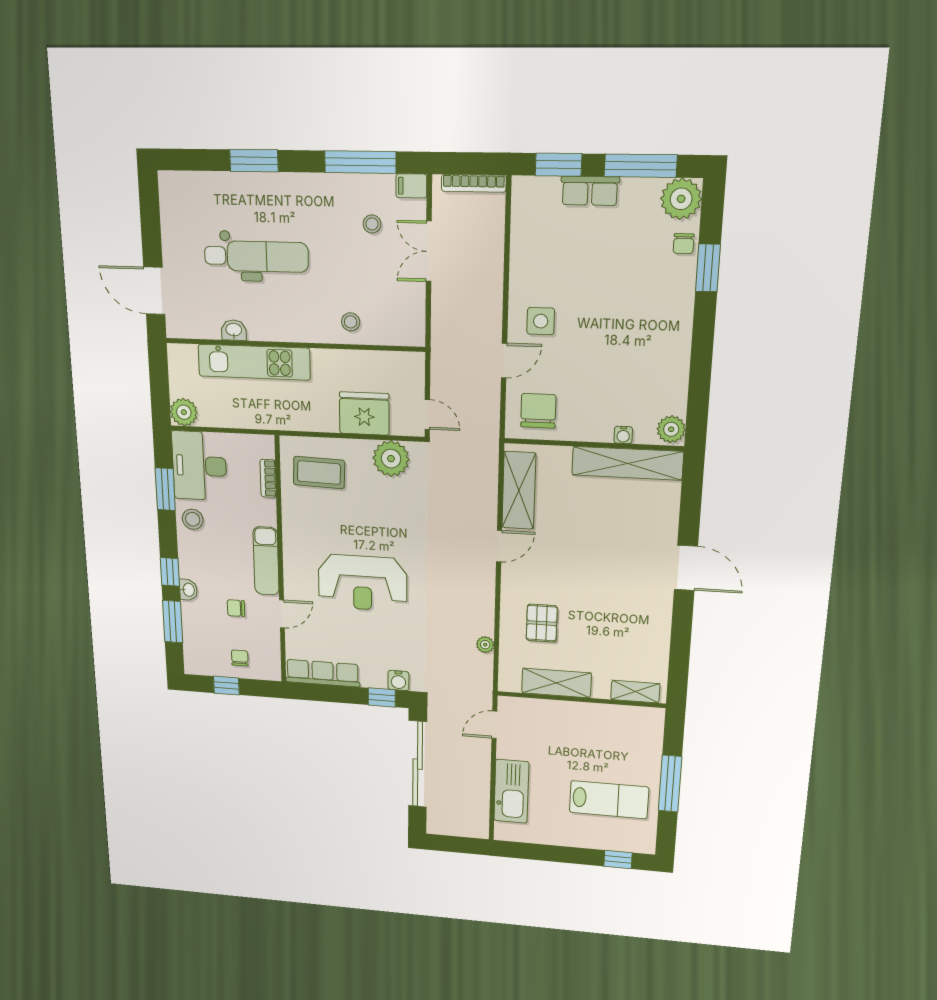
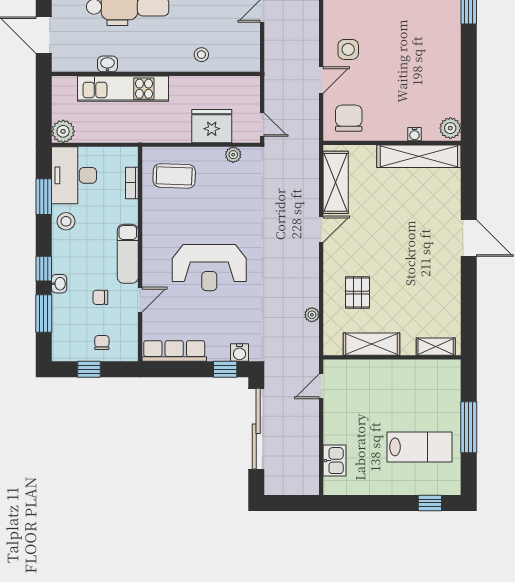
plant: (391, 459) -> (233, 155), width x0.53, depth x0.53
kitchen sink: (511, 791) -> (334, 461), width x0.53, depth x0.81

